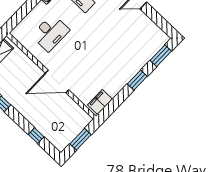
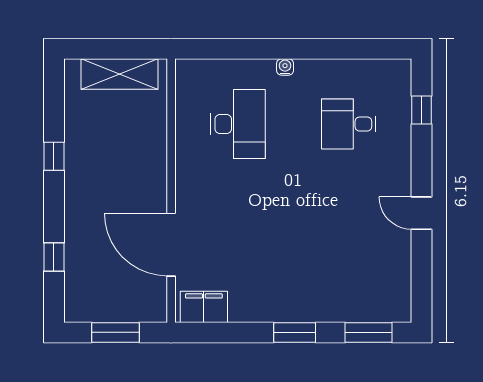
desk: (50, 33) -> (238, 124), turned -90
door: (57, 81) -> (171, 245), moved

